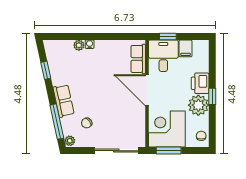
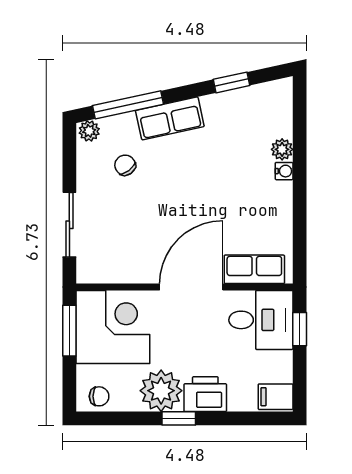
filing cabinet: (185, 48) -> (276, 397), moved
sliding door: (116, 151) -> (69, 225), width x0.73

